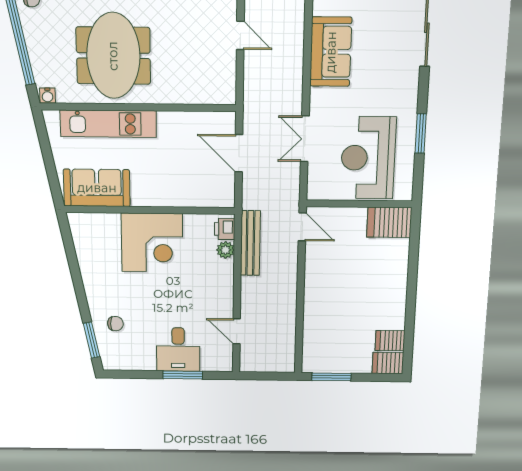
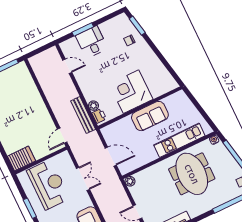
plant: (227, 95) -> (130, 181), added
sofa: (97, 188) -> (150, 116), moved
door: (302, 227) -> (62, 136), hinge flipped

